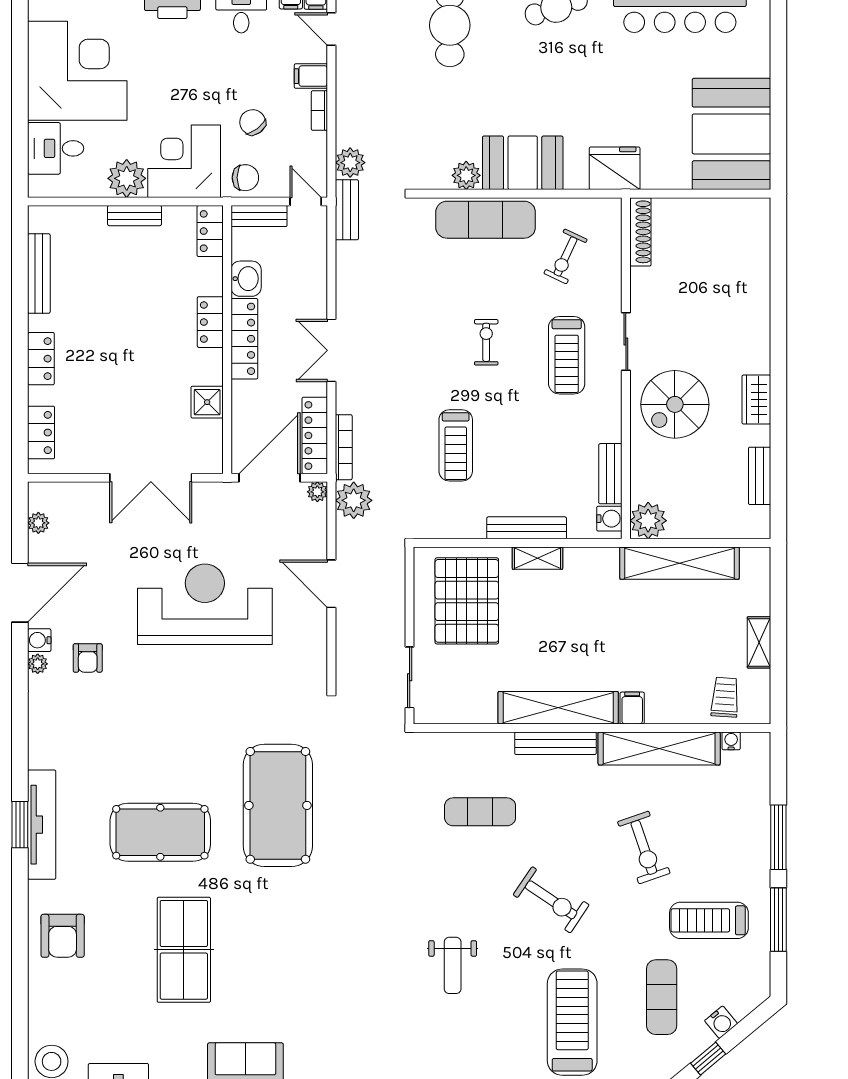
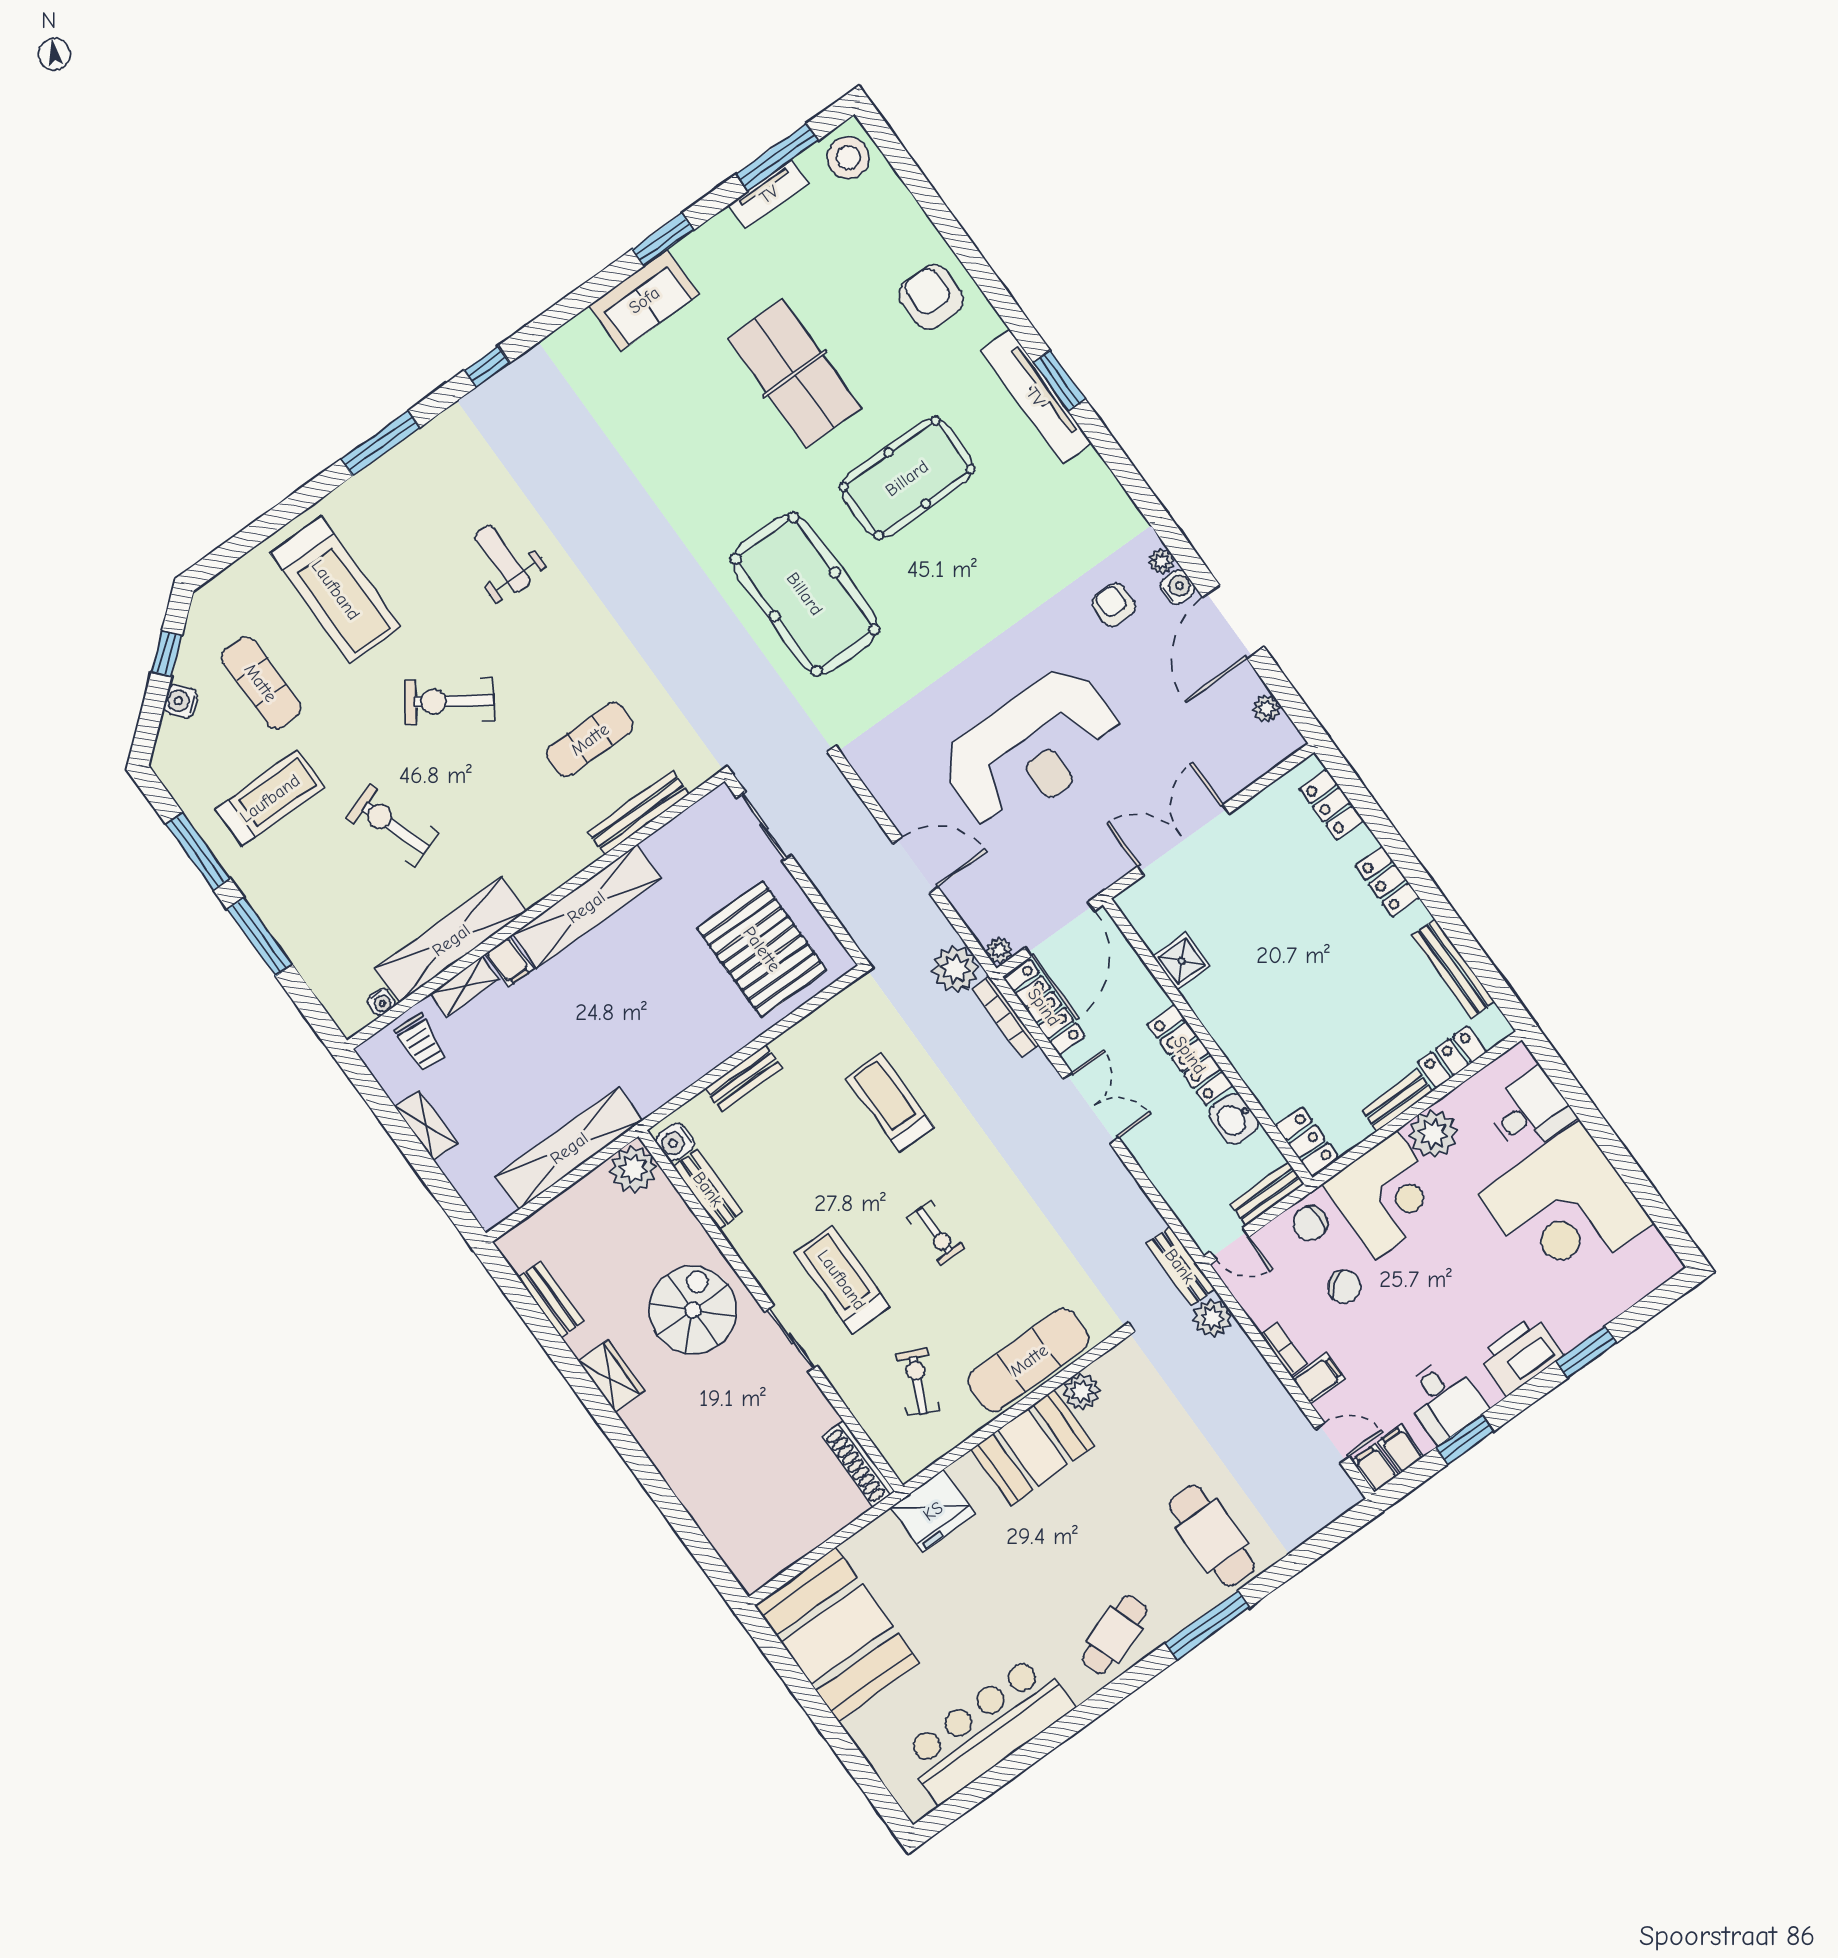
locker: (210, 322) -> (1452, 1057), moved, turned -90
bench: (527, 528) -> (743, 1078), width x0.73
shelving: (537, 558) -> (465, 986), moved
bench: (555, 743) -> (638, 813), moved

